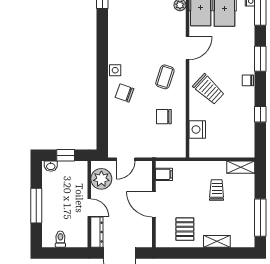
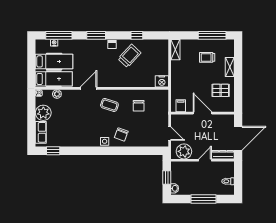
door: (188, 48) -> (88, 88), hinge flipped
trolley: (209, 89) -> (129, 56), moved
nightstand: (197, 129) -> (162, 81), moved
trolley: (217, 190) -> (207, 57), moved
door: (154, 204) -> (202, 113), swing flipped

